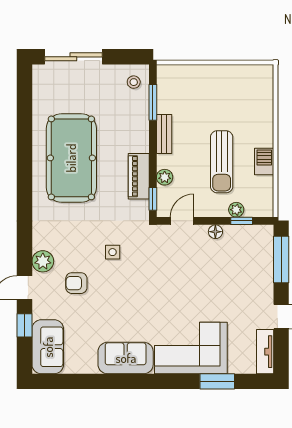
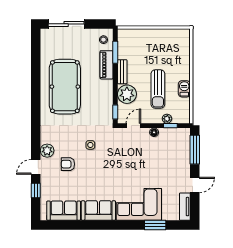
piano: (139, 176) -> (107, 65), moved
plant: (165, 177) -> (127, 94), width x1.87, depth x1.87
sofa: (48, 347) -> (64, 211), moved, turned -90

